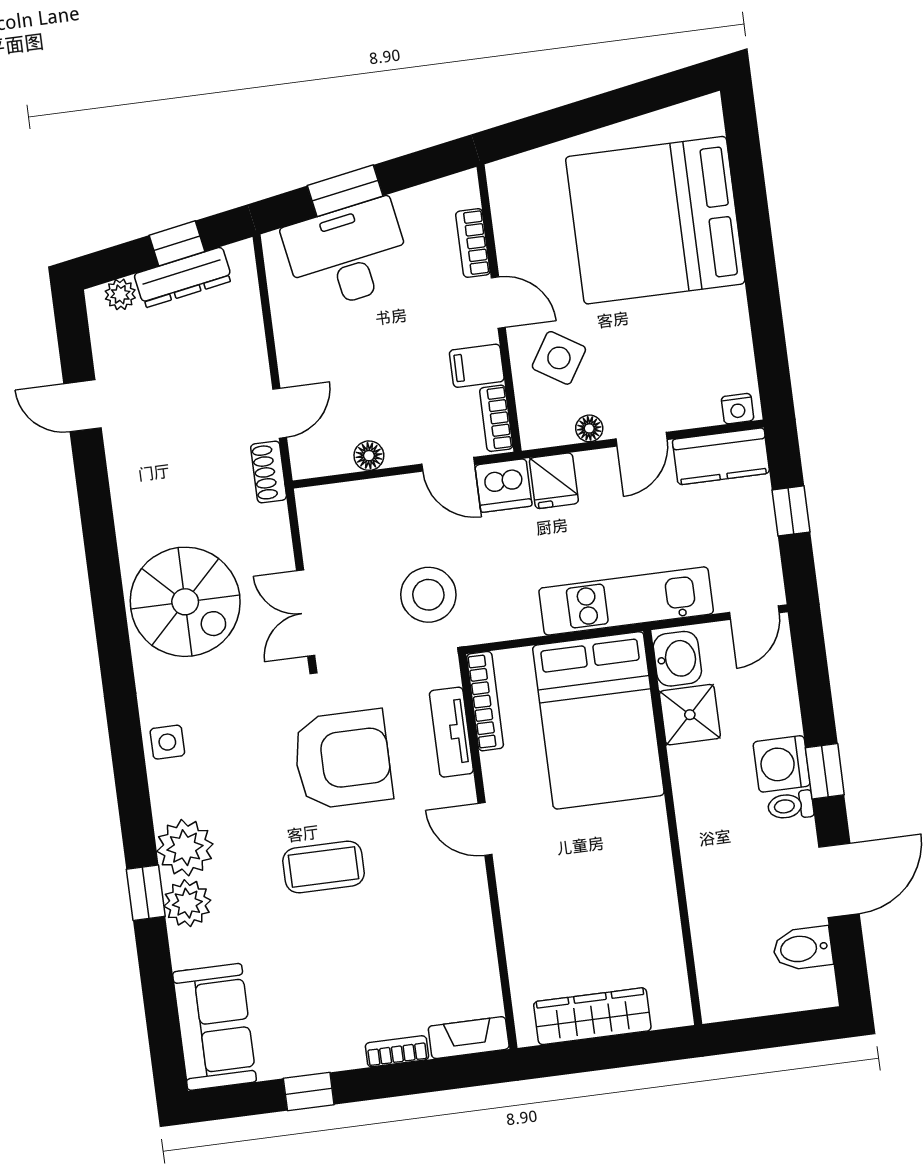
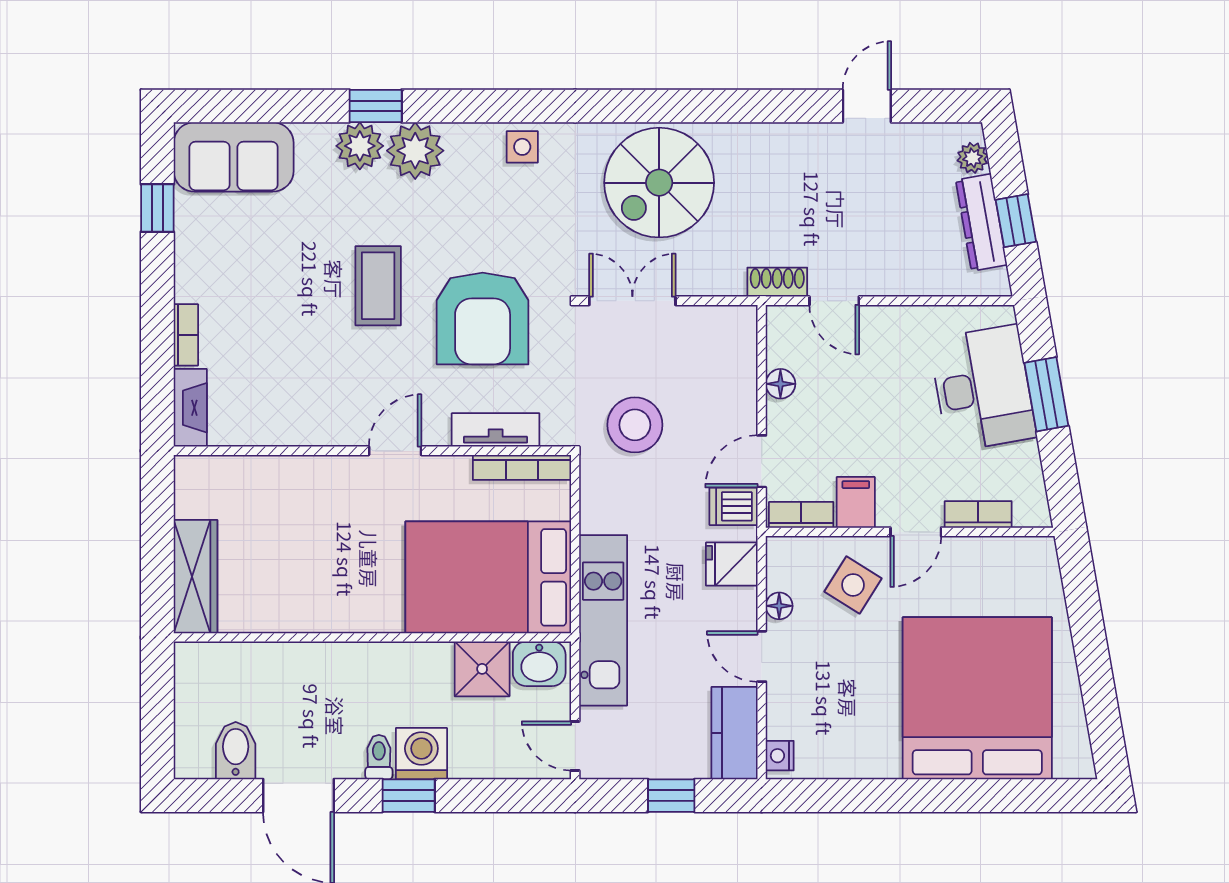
dishwasher: (503, 486) -> (734, 506), width x0.73
wardrobe: (592, 1016) -> (195, 577), moved
window: (309, 1091) -> (157, 208), moved

